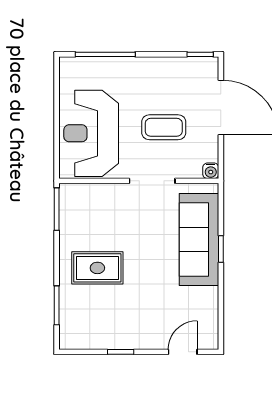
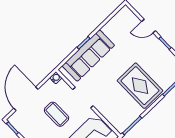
rug: (97, 268) -> (140, 86), width x1.36, depth x1.43
door: (183, 352) -> (149, 26), moved

